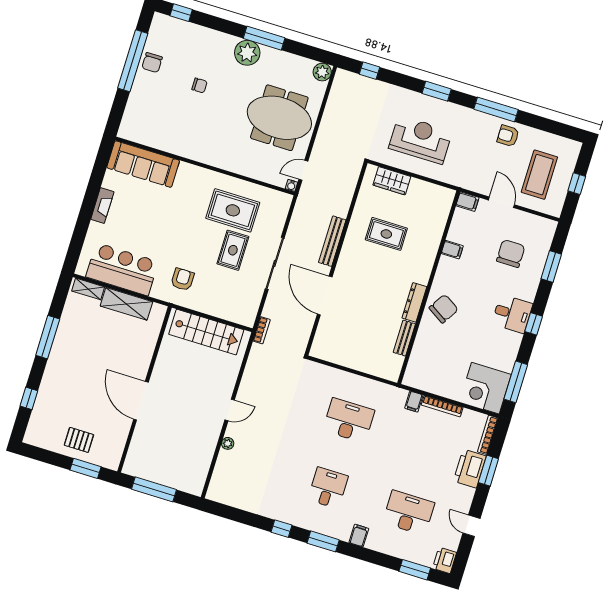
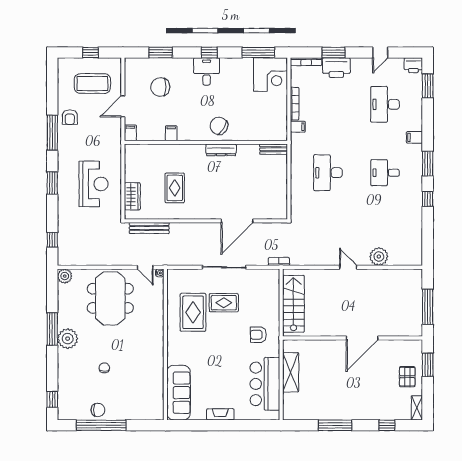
reception desk: (420, 140) -> (94, 184), turned 180
bench: (332, 241) -> (149, 228), moved
shelving: (88, 289) -> (417, 408), moved
bench: (404, 338) -> (274, 149), moved
plant: (228, 443) -> (379, 257), width x1.87, depth x1.87

